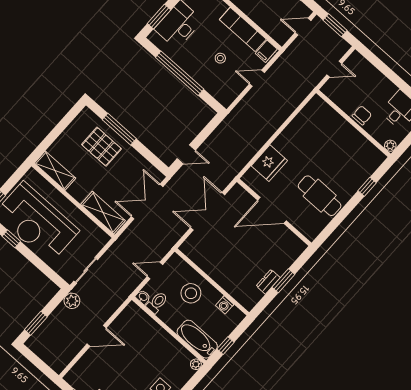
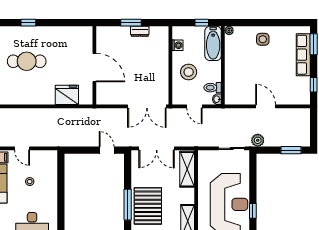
window: (180, 73) -> (61, 198), removed
pallet: (101, 147) -> (148, 206), width x1.37, depth x1.41
cafe table: (320, 196) -> (27, 61), moved, turned 90
double door: (208, 211) -> (147, 106), moved

